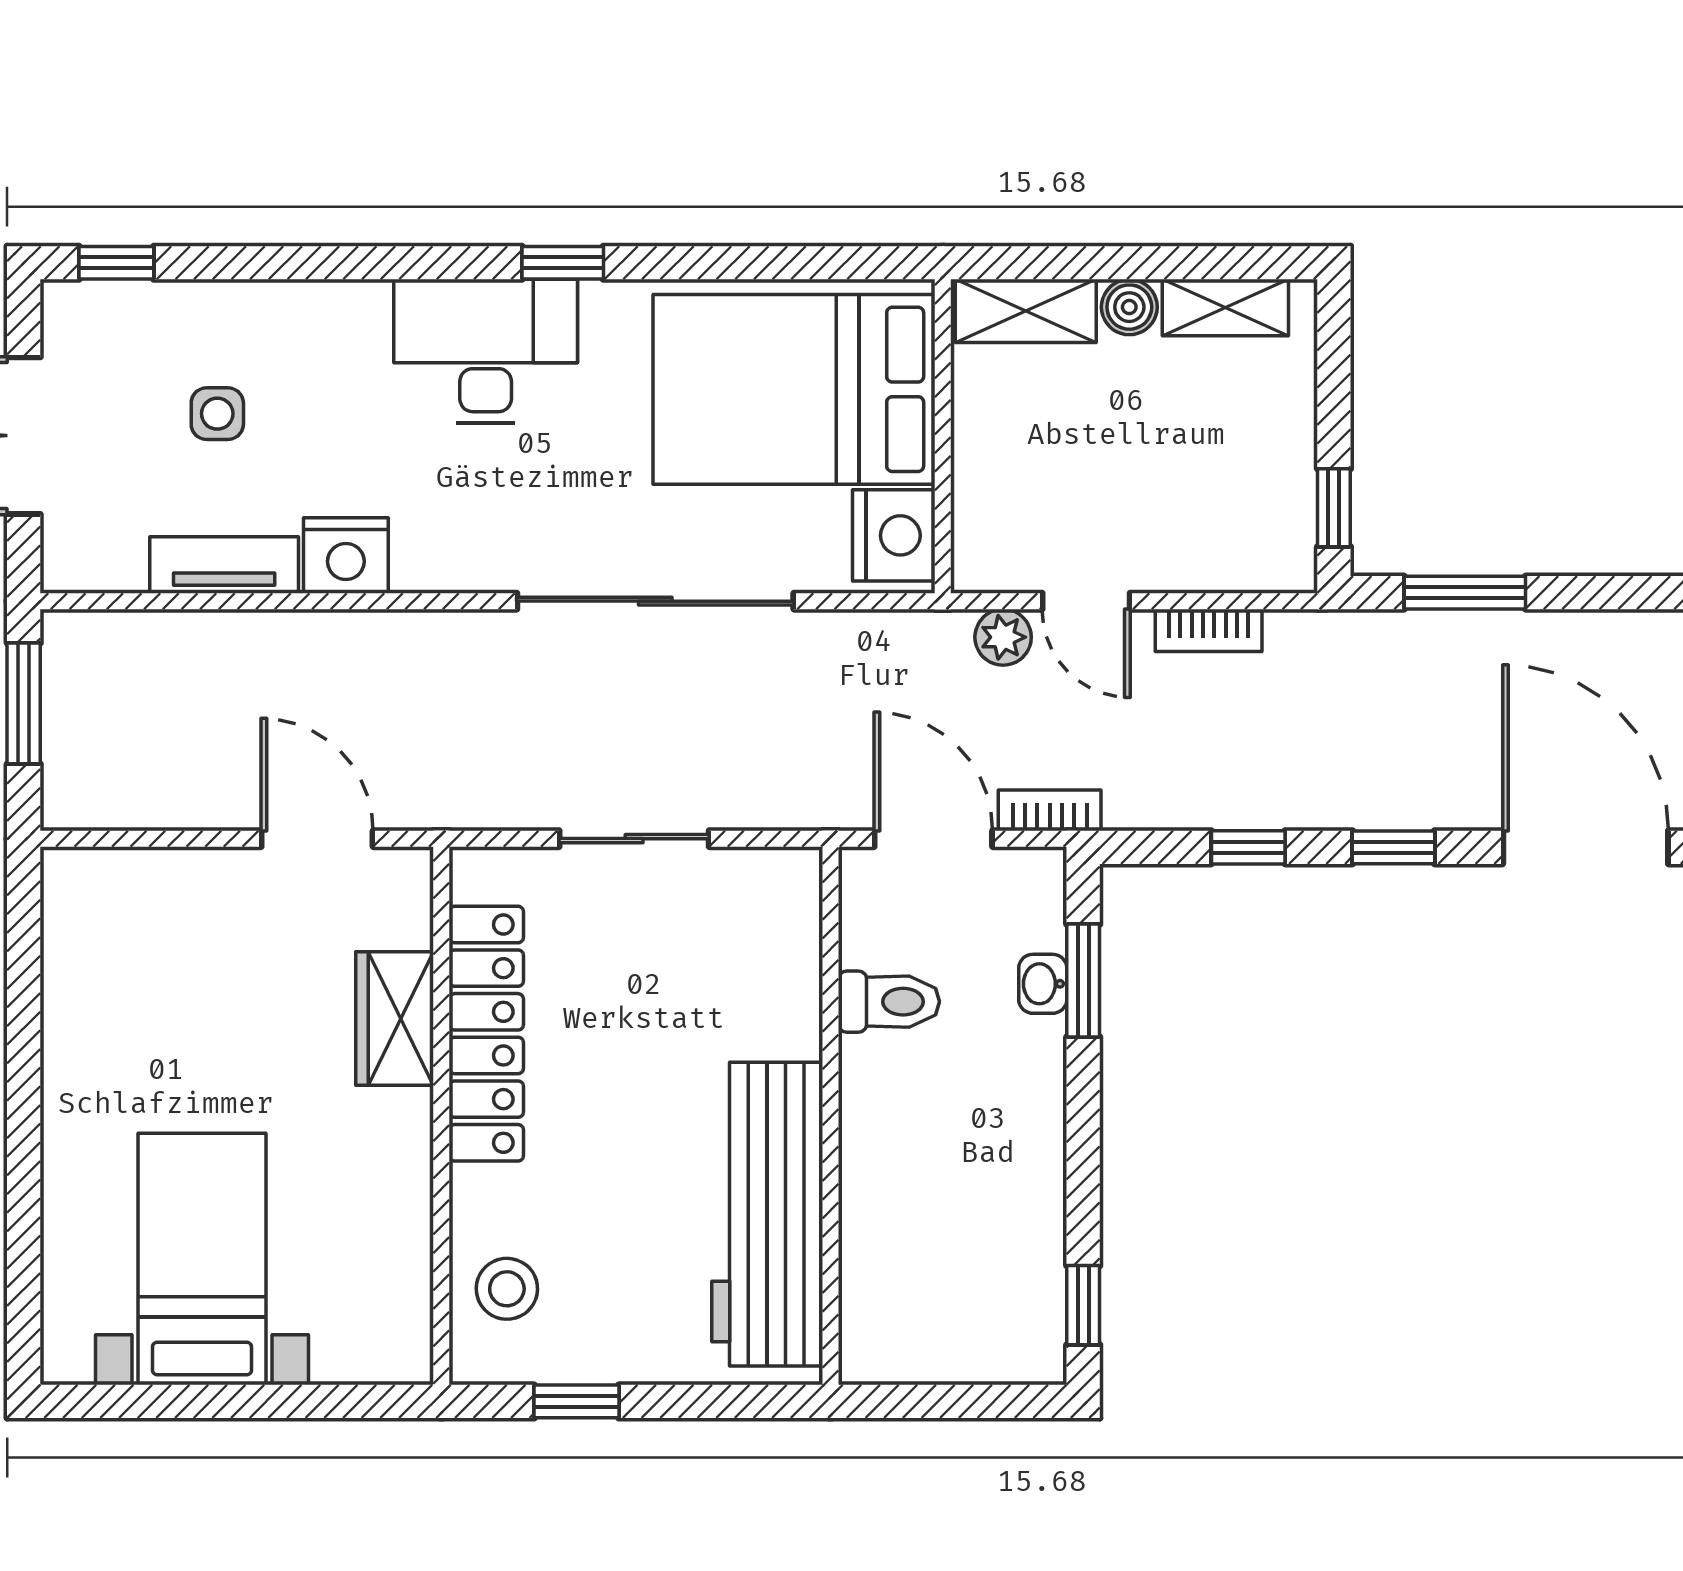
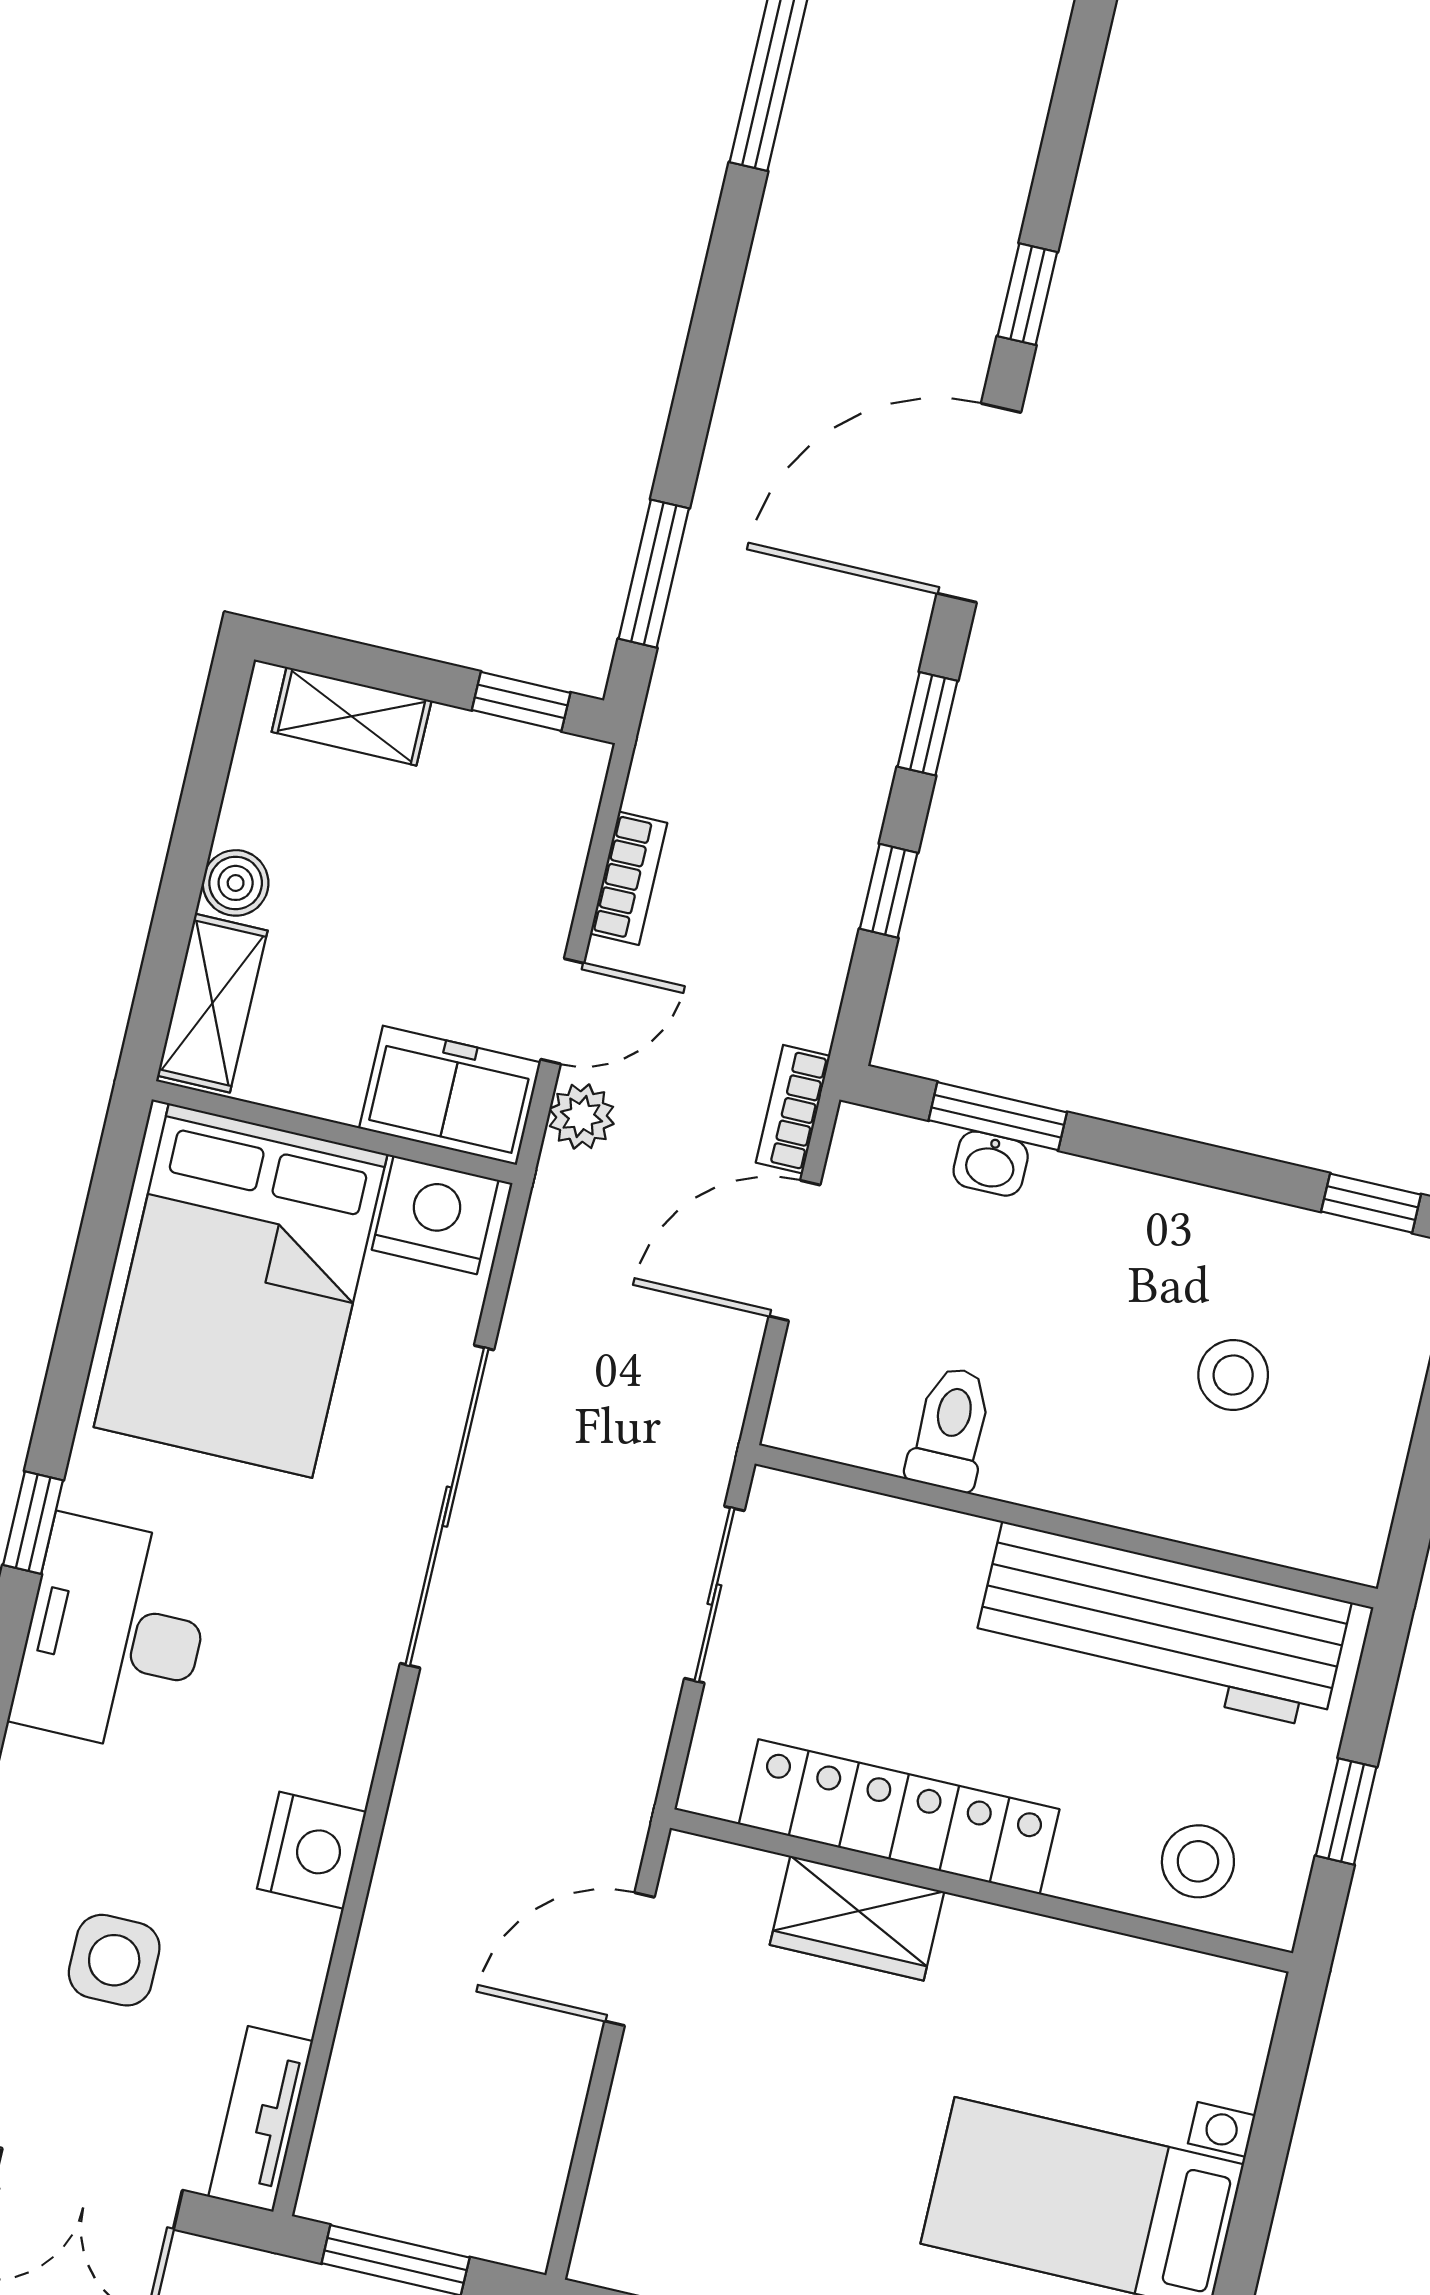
shelving: (1225, 308) -> (352, 716), moved, turned 90
side table: (217, 414) -> (114, 1960), width x1.37, depth x1.37
freezer: (995, 525) -> (450, 1095), added
tv unit: (224, 565) -> (261, 2119), moved
toilet: (889, 1002) -> (951, 1429), moved
wall: (831, 1116) -> (1066, 1526), moved
workbench: (767, 1214) -> (1162, 1625), moved
stool: (915, 1224) -> (1233, 1375), added

